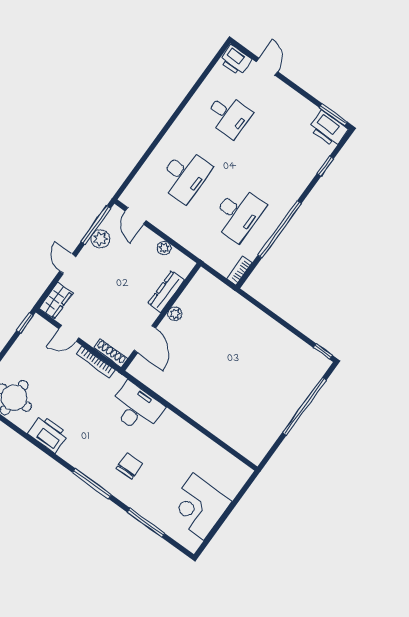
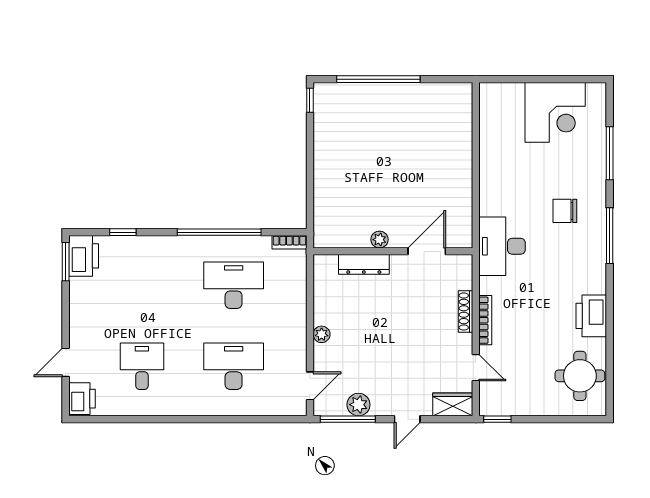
dresser: (166, 292) -> (364, 264), moved
plant: (175, 314) -> (379, 240), moved
wall: (161, 317) -> (393, 251), moved
door: (145, 339) -> (427, 251), moved

